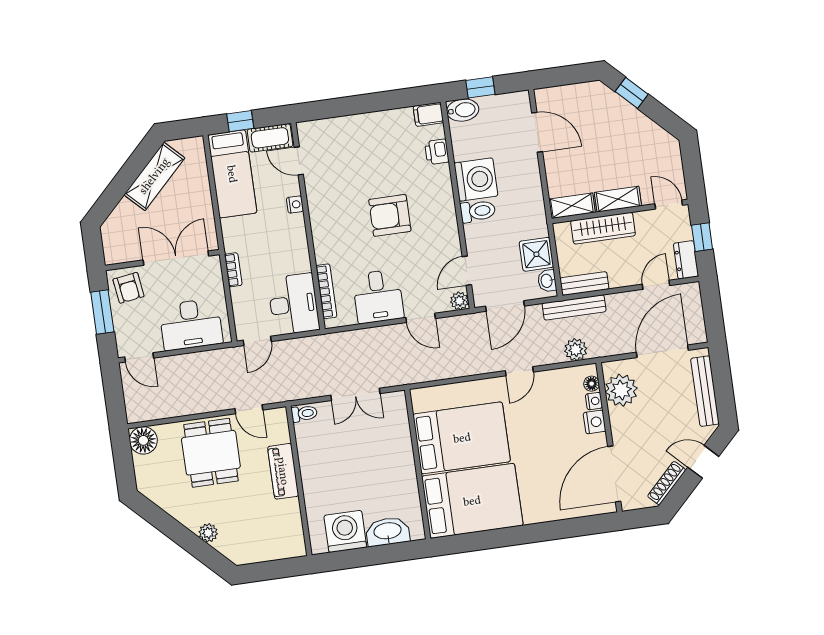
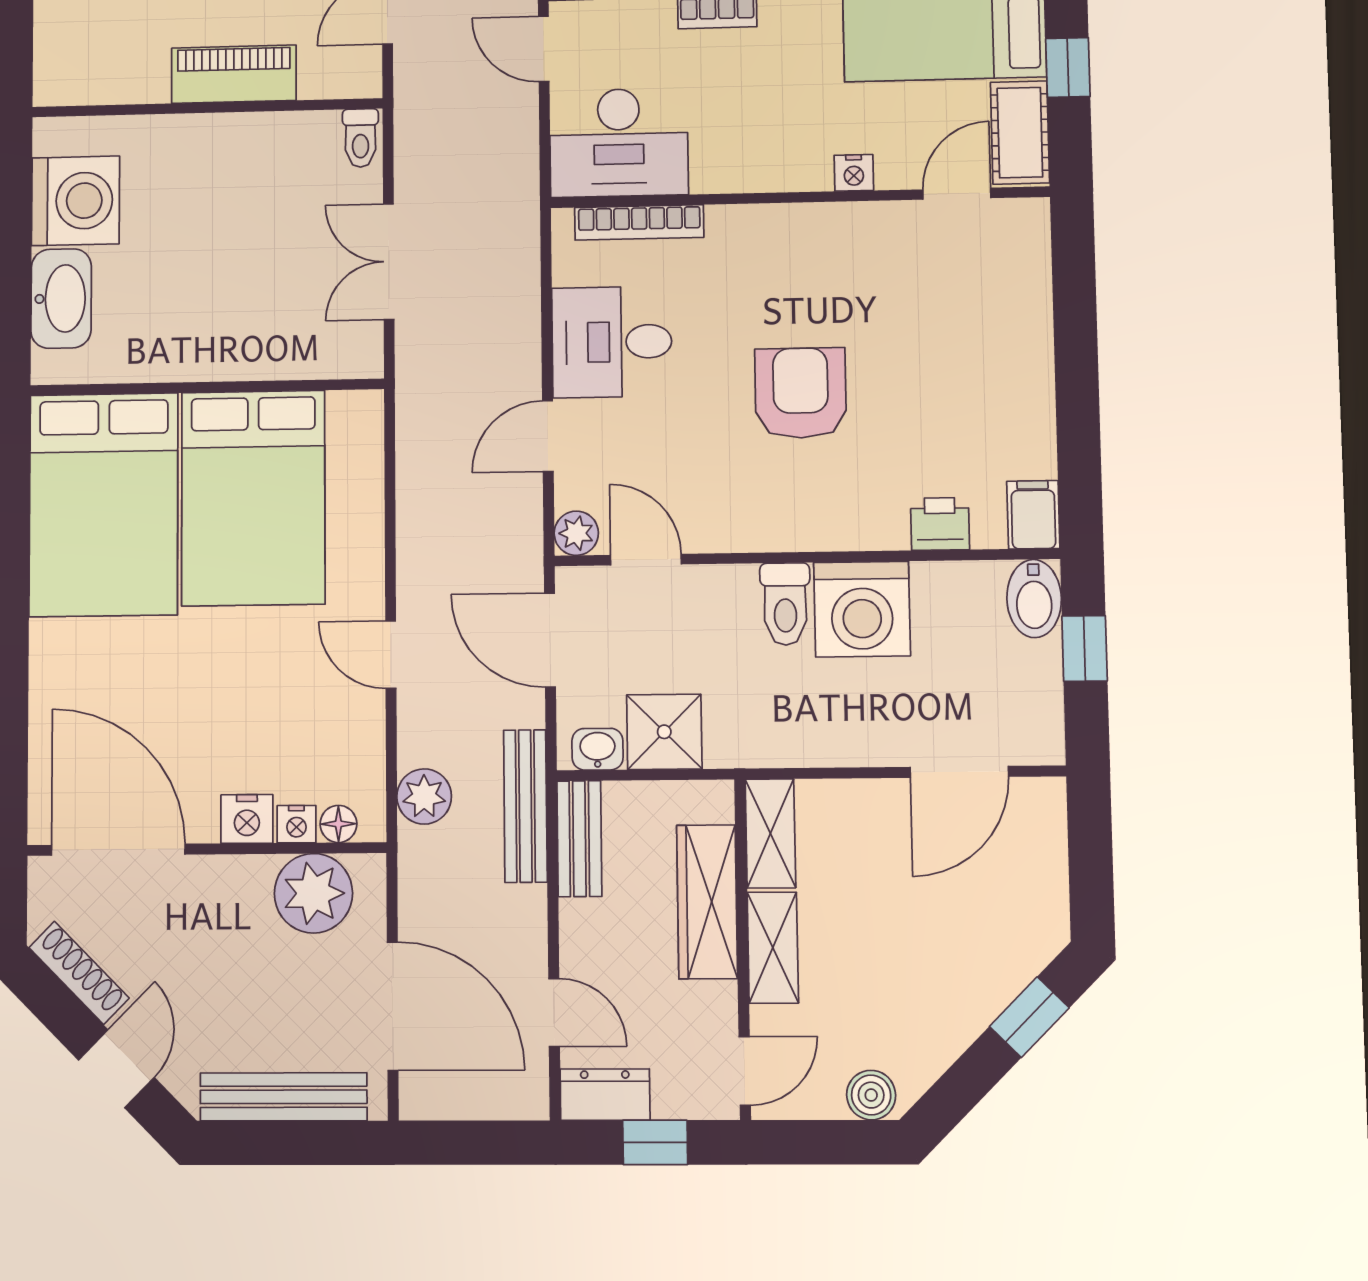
boiler: (671, 153) -> (871, 1095), added

